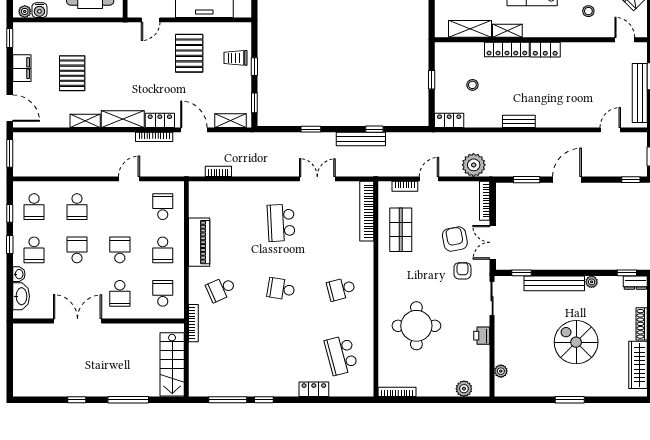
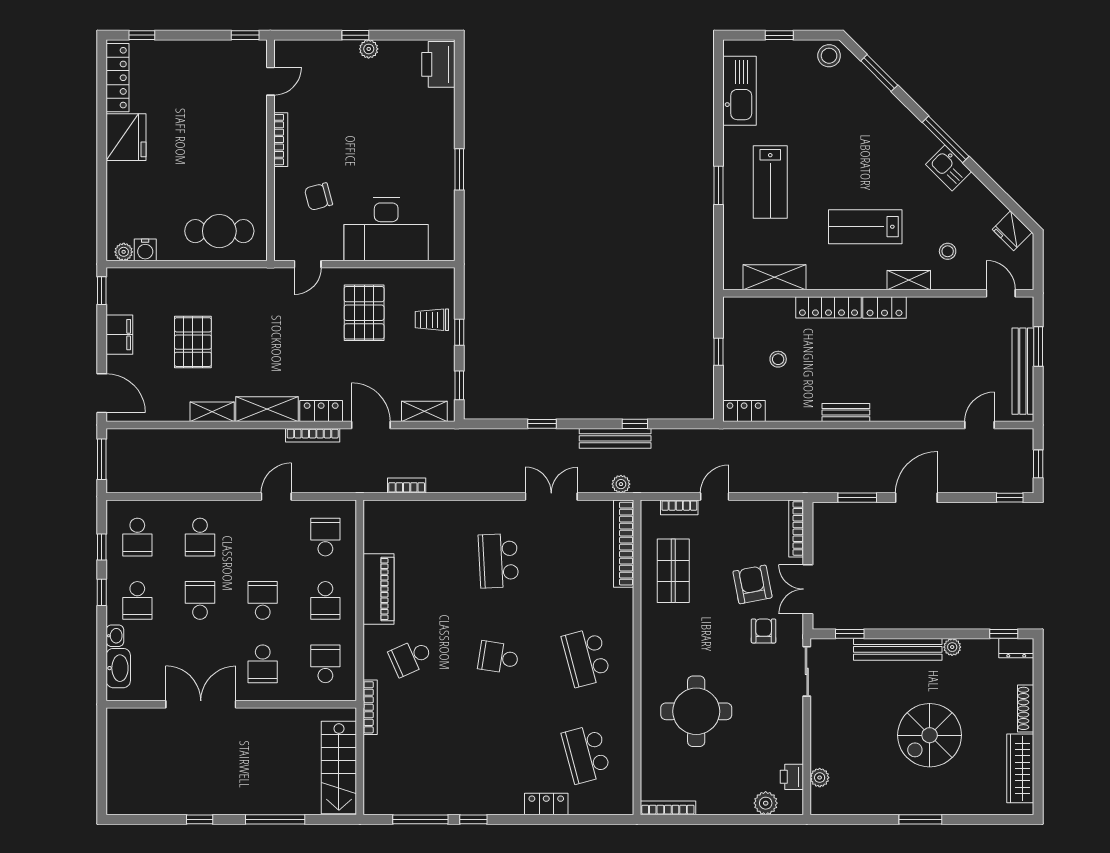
shelving: (507, 31) -> (909, 280), moved
plant: (474, 165) -> (621, 484), moved, width x0.53, depth x0.53
school desk: (341, 289) -> (586, 657), width x1.85
printer: (482, 336) -> (792, 777), moved
spiral stairs: (576, 342) -> (930, 735), turned -90

